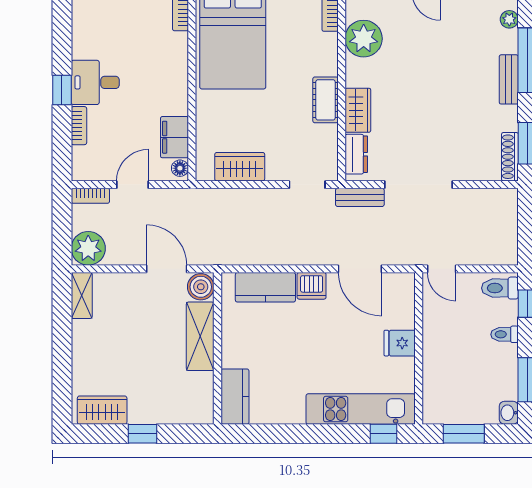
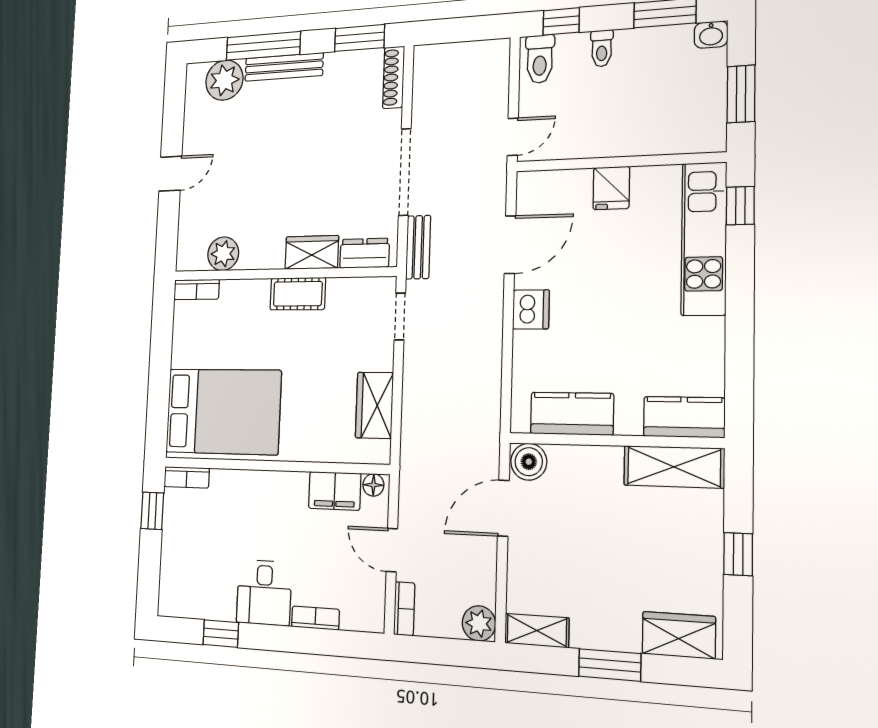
plant: (509, 19) -> (224, 80), width x1.88, depth x1.88
plant: (364, 39) -> (223, 254), width x0.73, depth x0.73
bench: (509, 79) -> (284, 67), width x1.36
window: (62, 90) -> (221, 634), moved
shoe rack: (510, 157) -> (394, 77), moved, turned 90
plant: (88, 248) -> (479, 623), width x0.73, depth x0.73
kitchen counter: (265, 287) -> (572, 414), moved, turned -90
shelving: (200, 336) -> (674, 467), moved
window: (62, 348) -> (610, 665), added
wardrobe: (102, 410) -> (679, 635), moved, turned 90

